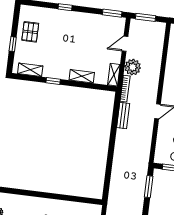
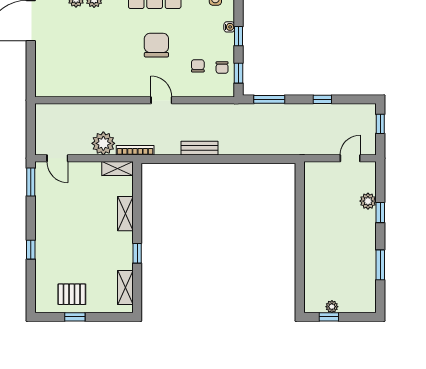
window: (145, 17) -> (31, 134), removed
window: (13, 44) -> (75, 317), moved
door: (125, 44) -> (57, 158), moved
bench: (123, 116) -> (199, 148), moved

